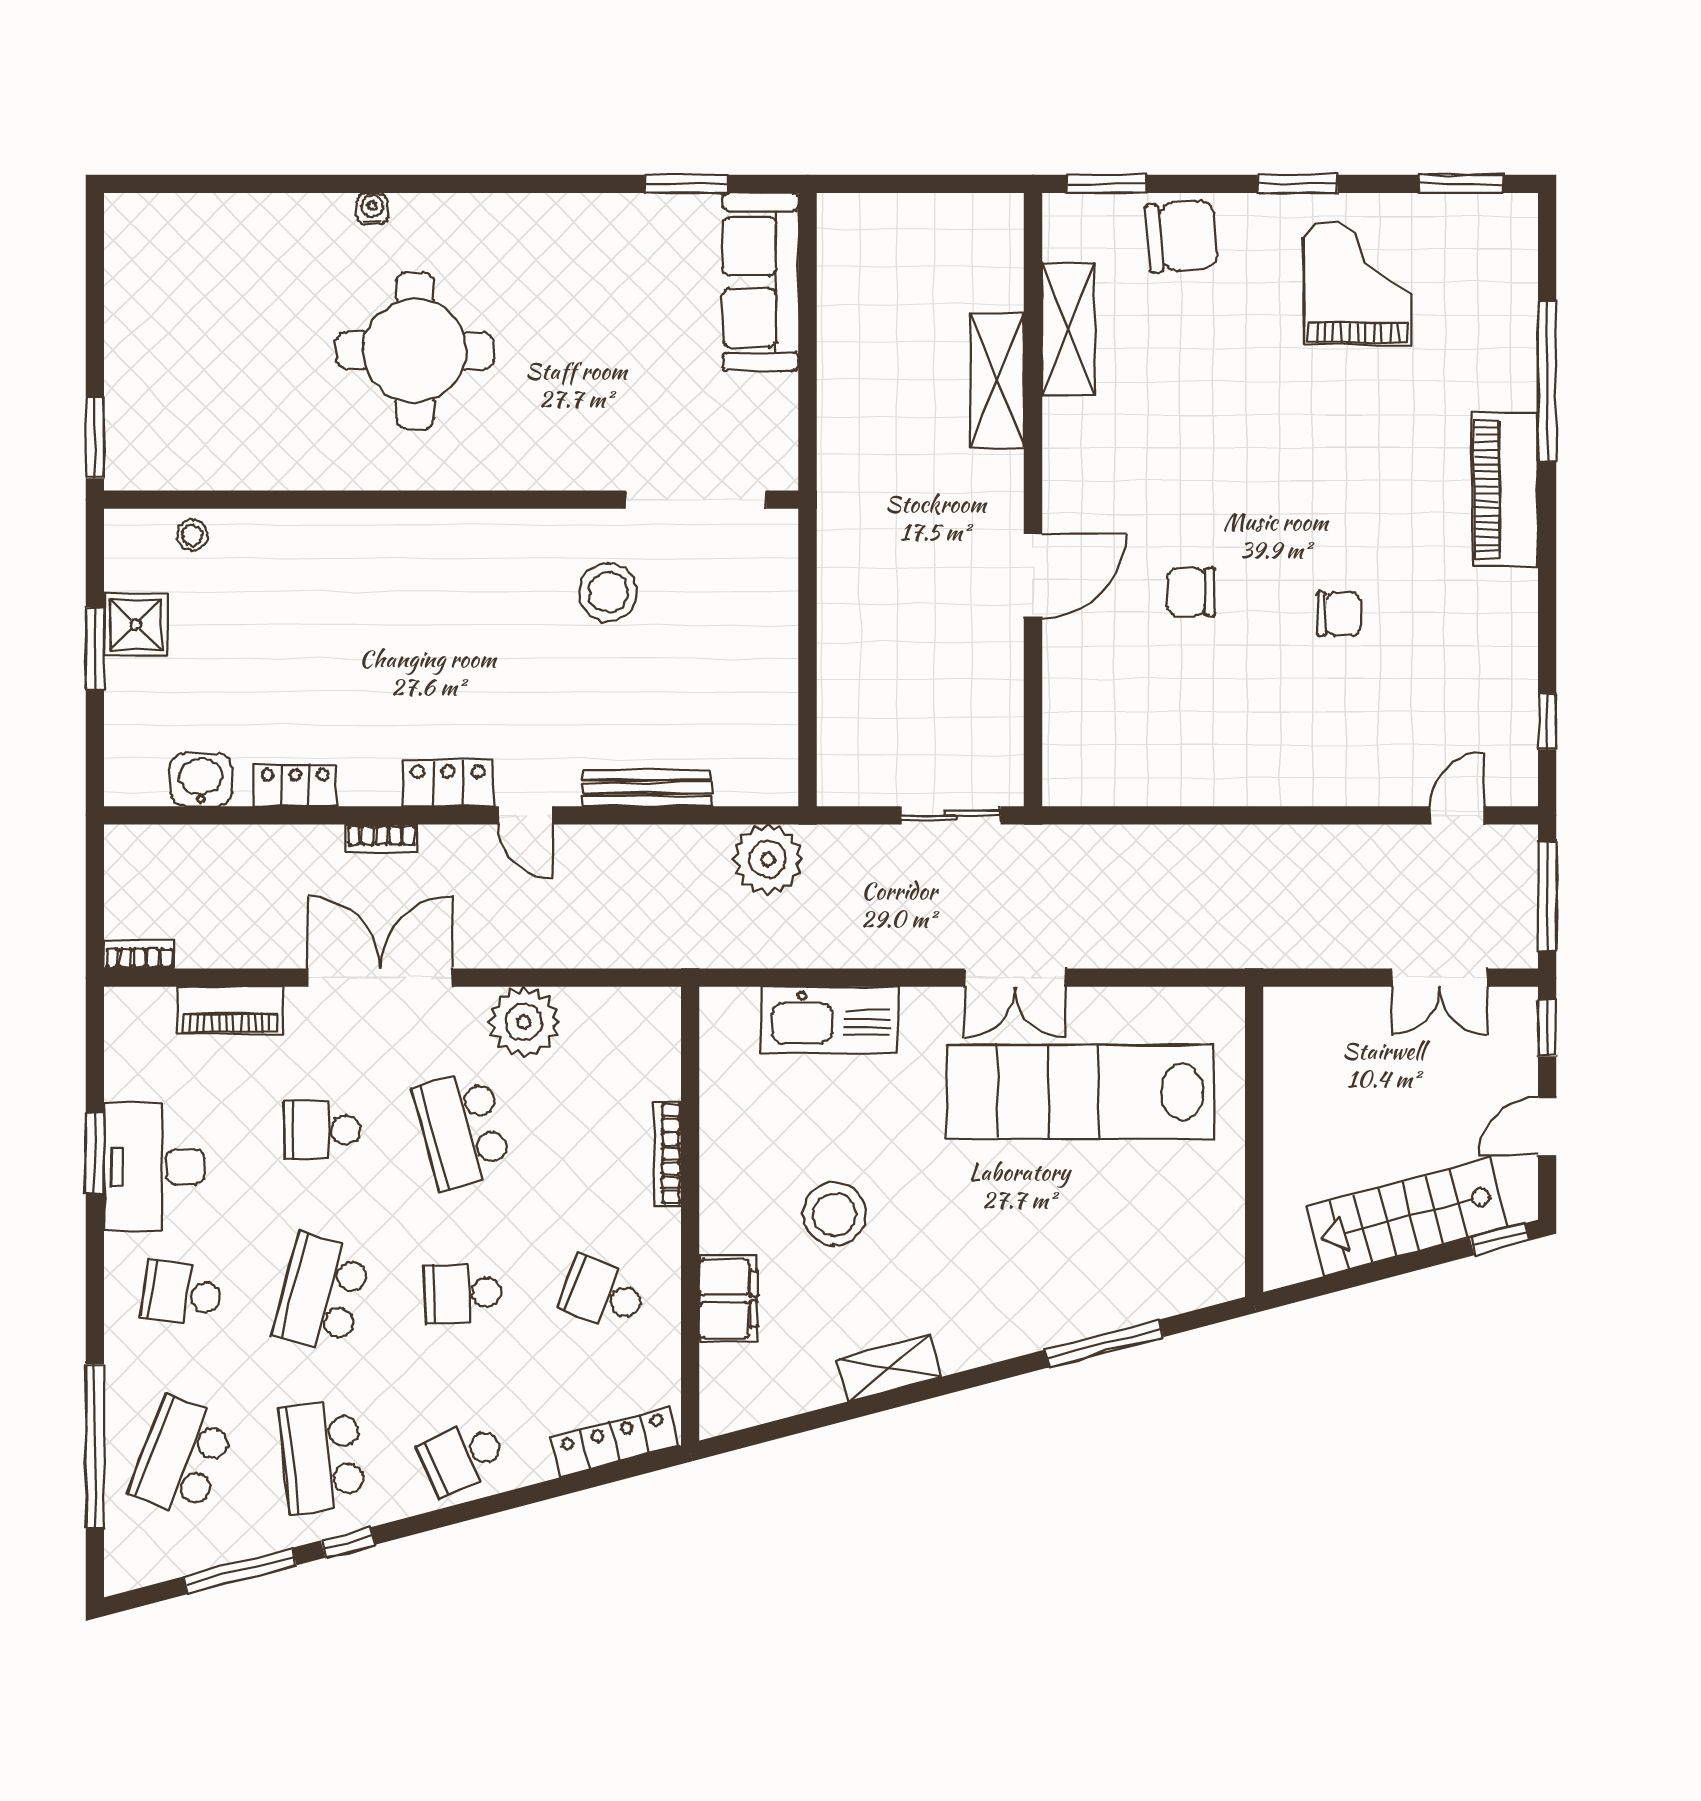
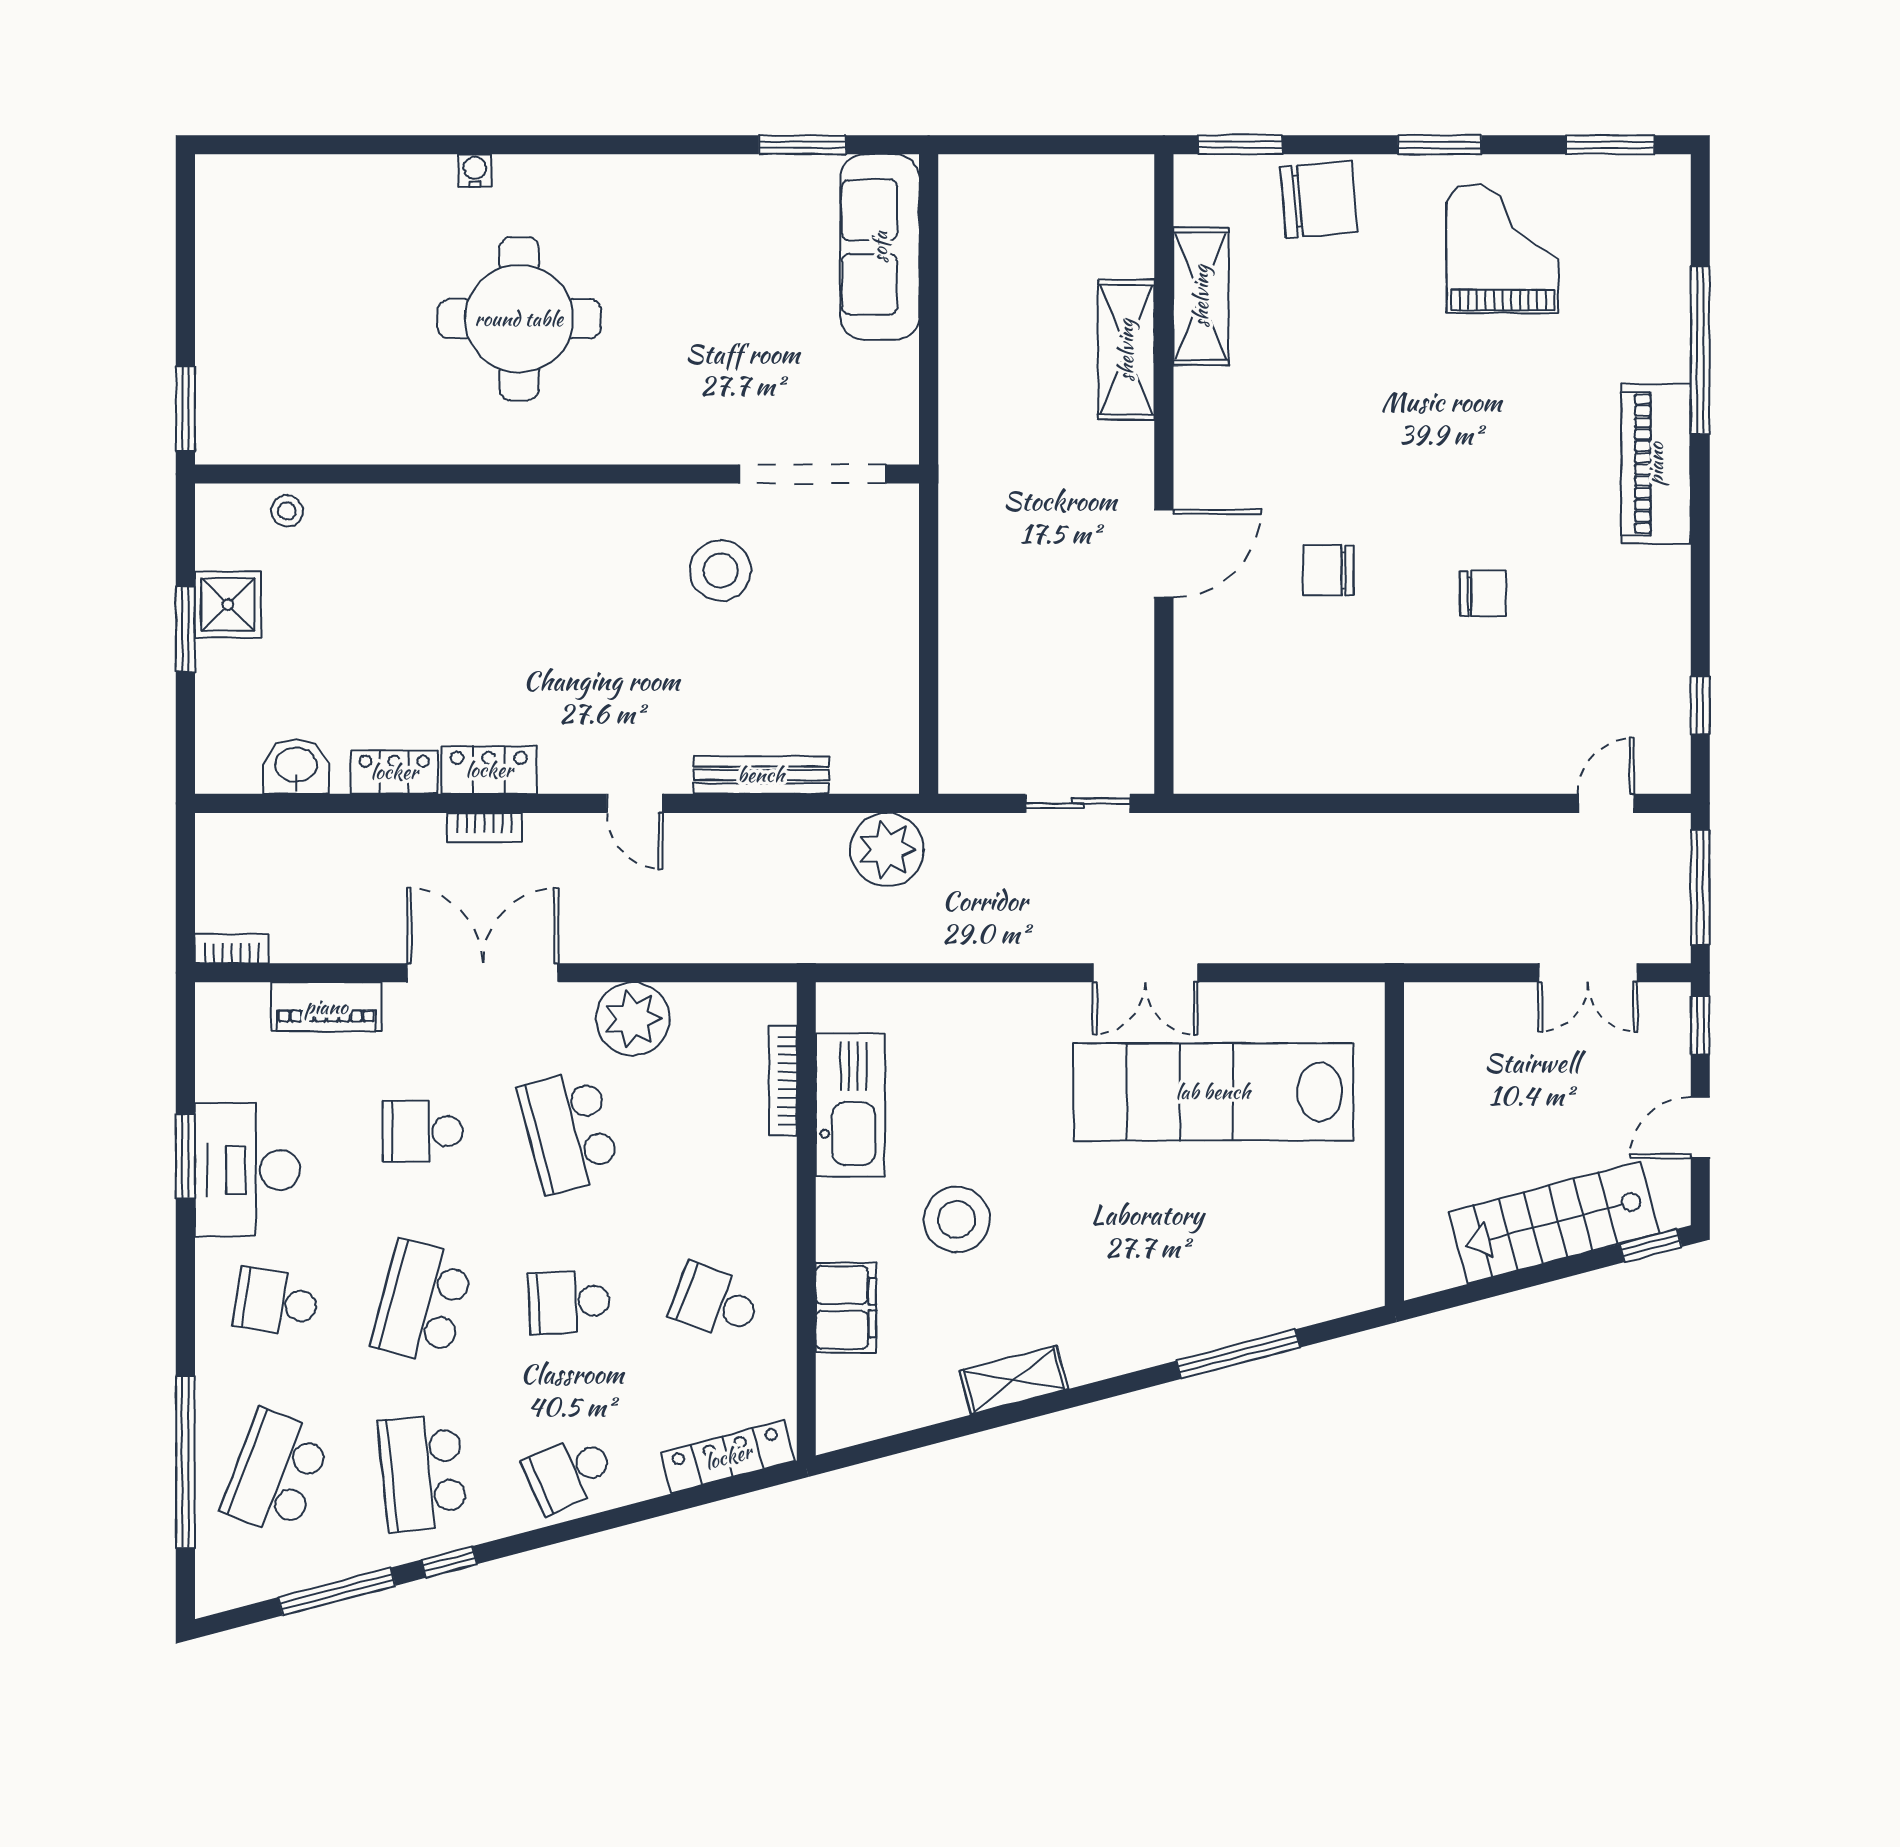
locker: (448, 783) -> (489, 770), moved
kitchen sink: (830, 1020) -> (850, 1105), moved, turned -90
bookcase: (668, 1154) -> (783, 1081), moved

